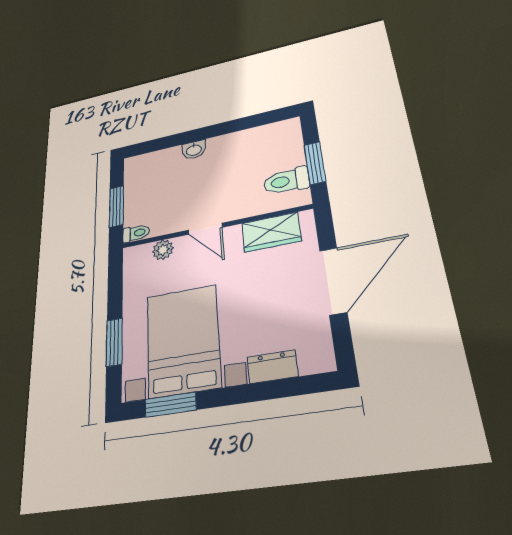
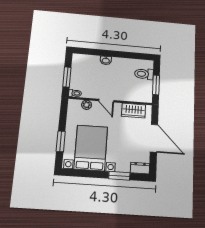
toilet: (286, 181) -> (144, 74), moved
door: (333, 281) -> (154, 138), hinge flipped
dresser: (272, 367) -> (140, 168), moved
window: (170, 405) -> (119, 176), moved

